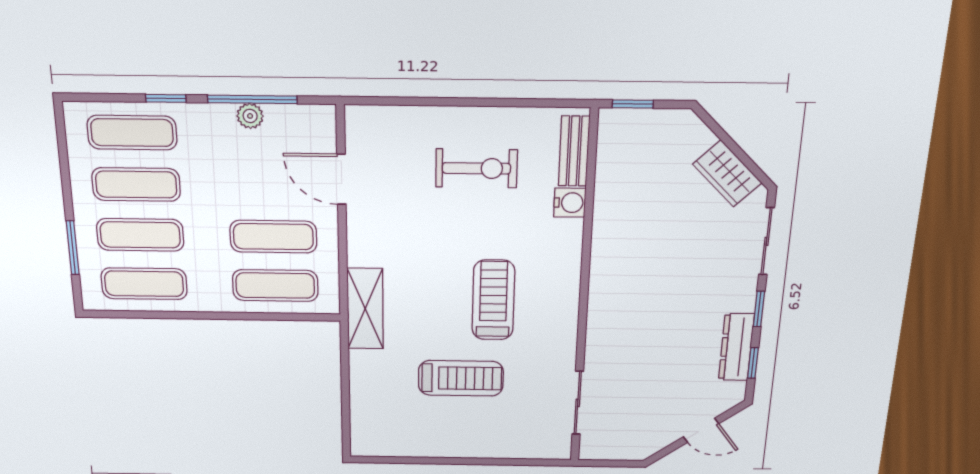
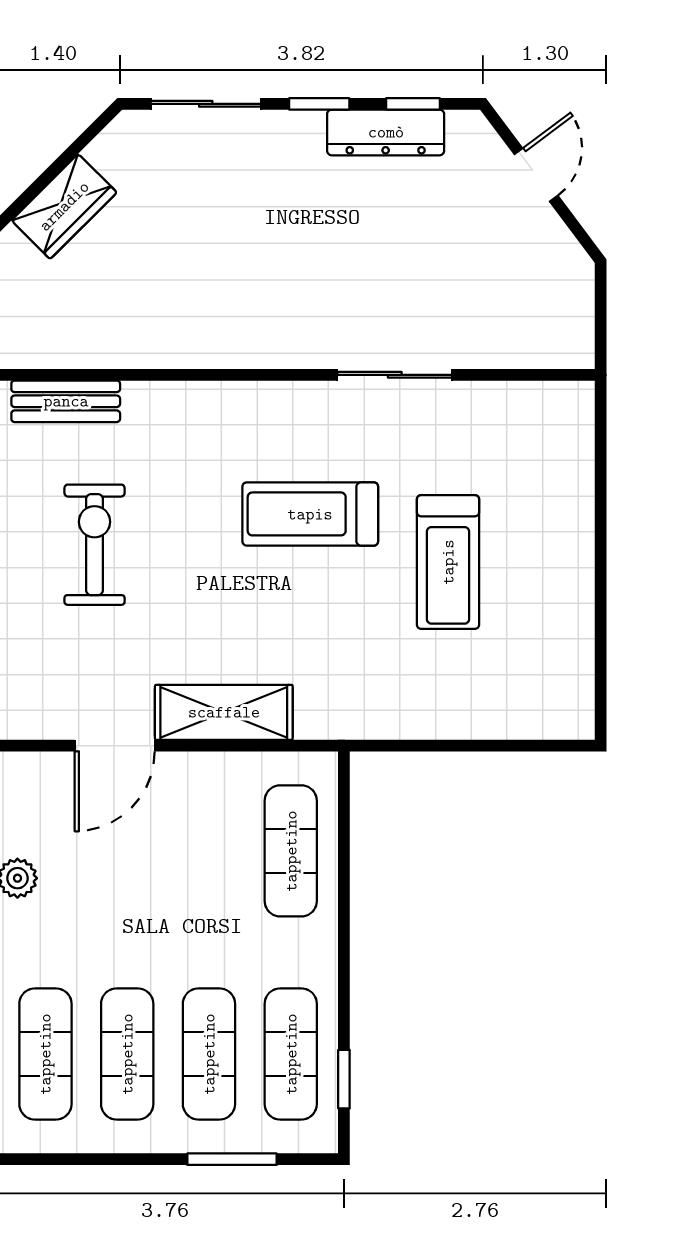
wardrobe: (727, 174) -> (64, 206), moved
water cooler: (570, 203) -> (147, 404), removed
exercise mat: (273, 237) -> (209, 851), removed
shelving: (365, 309) -> (224, 712), moved
window: (130, 314) -> (344, 1079), added
treadmill: (461, 378) -> (448, 562), turned 180
sliding door: (578, 403) -> (395, 375), moved

